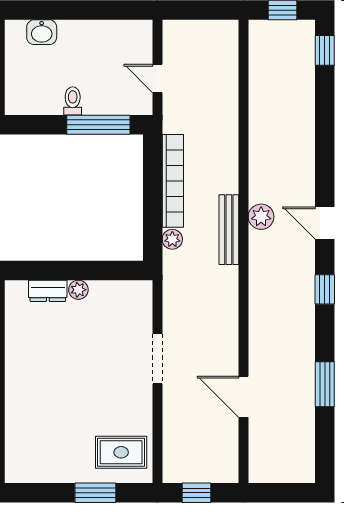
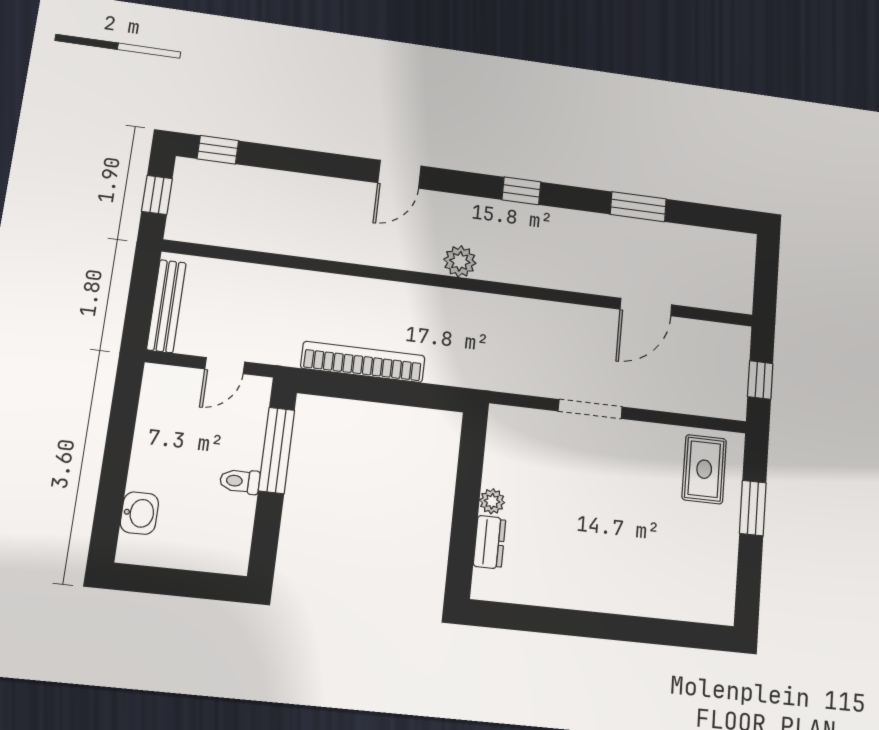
plant: (261, 217) -> (460, 261), moved
door: (325, 223) -> (399, 174), moved
bench: (229, 230) -> (166, 306), moved, turned 90
plant: (172, 239) -> (439, 372), removed

